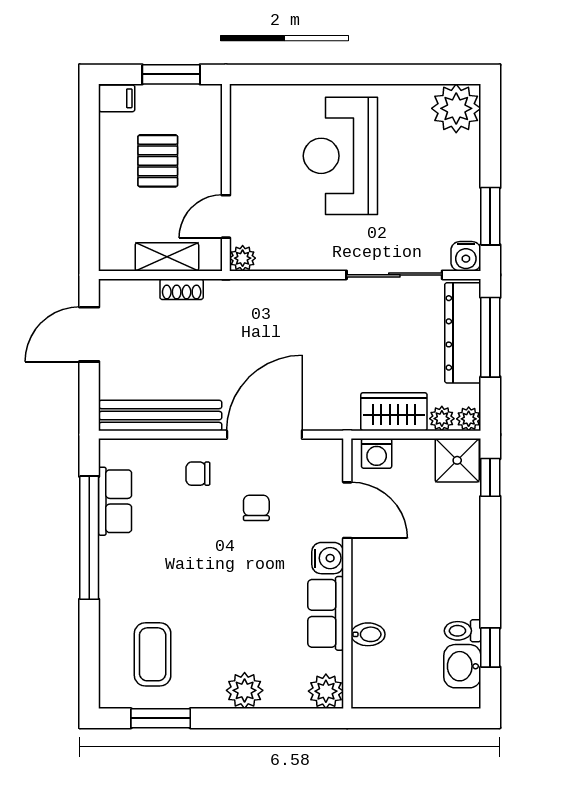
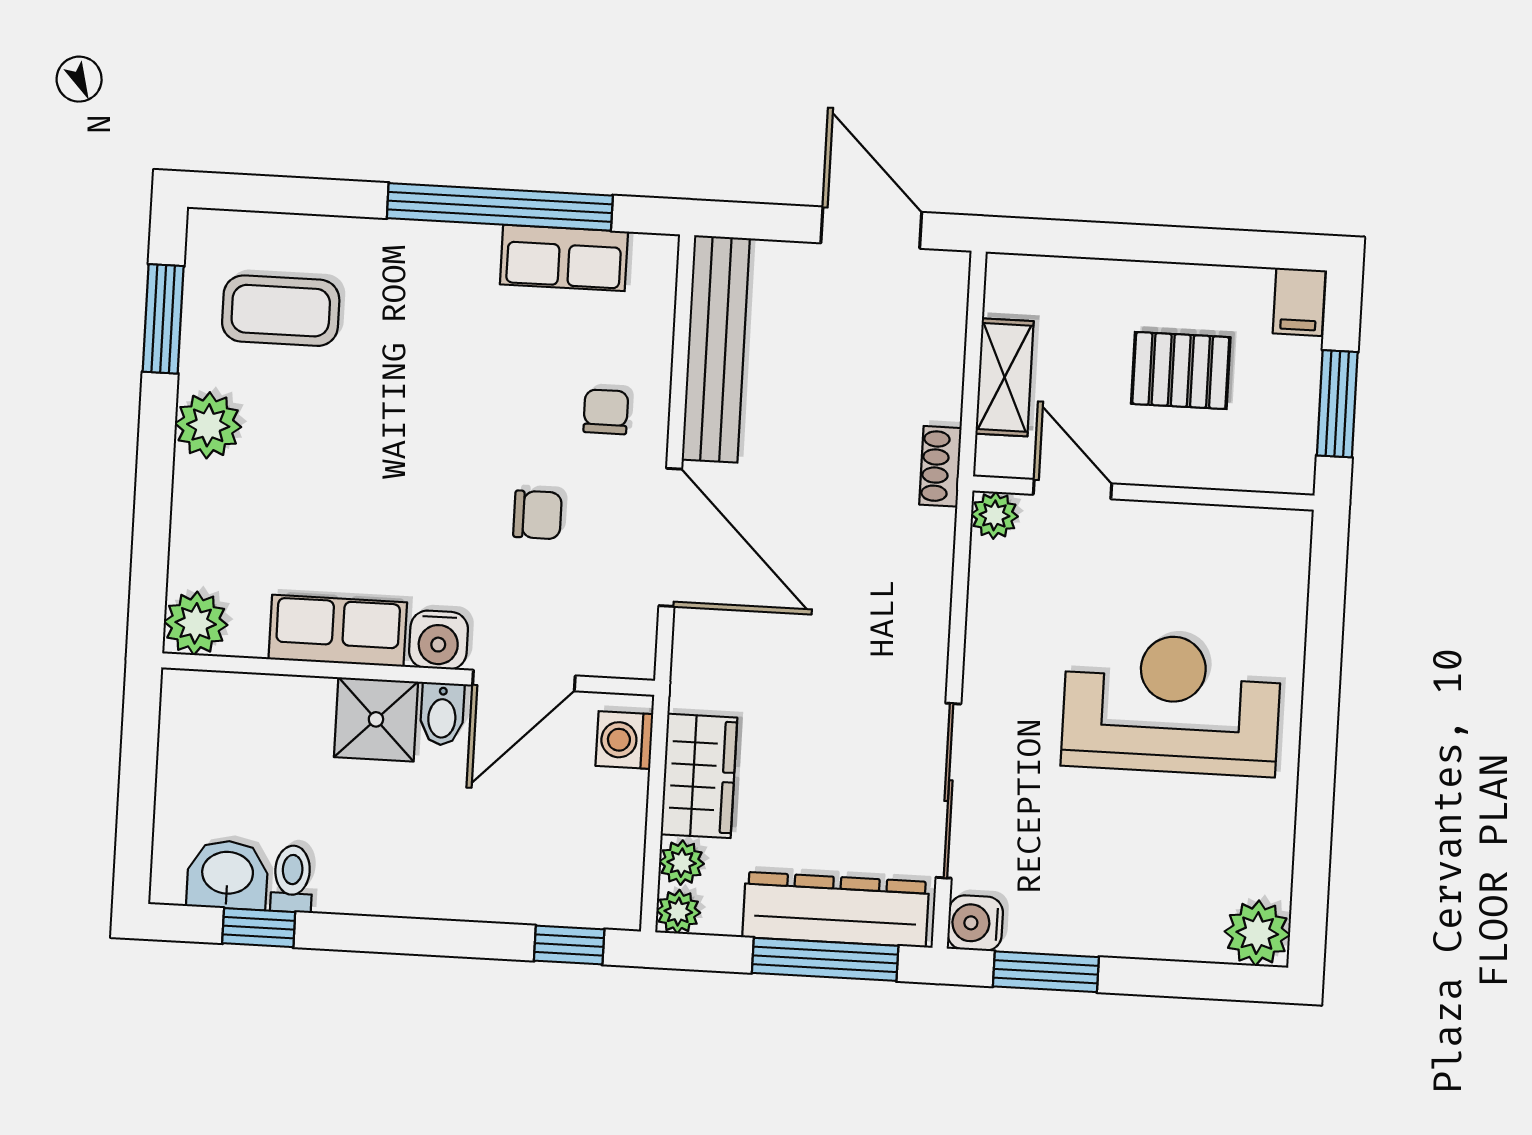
plant: (456, 108) -> (1257, 933), width x0.73, depth x0.73
shoe rack: (182, 289) -> (940, 466), moved
shower: (457, 460) -> (376, 719), moved
bidet: (368, 634) -> (442, 714), moved
plant: (245, 690) -> (208, 425), moved

